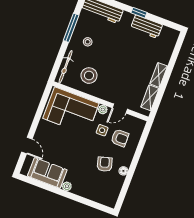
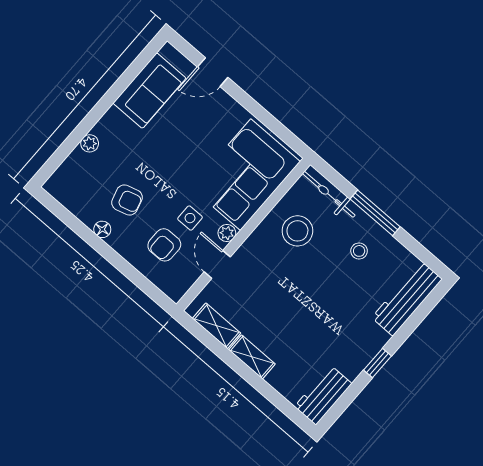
workbench: (146, 27) -> (323, 395), moved
window: (71, 28) -> (375, 213), moved
plant: (67, 186) -> (90, 143), moved

